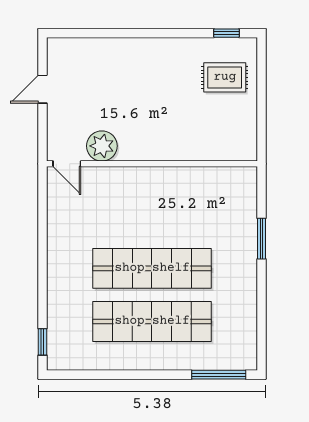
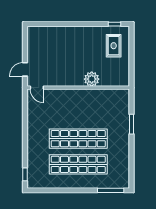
rug: (225, 77) -> (114, 46), turned 90
door: (43, 89) -> (25, 69), moved
plant: (102, 146) -> (92, 79), moved

